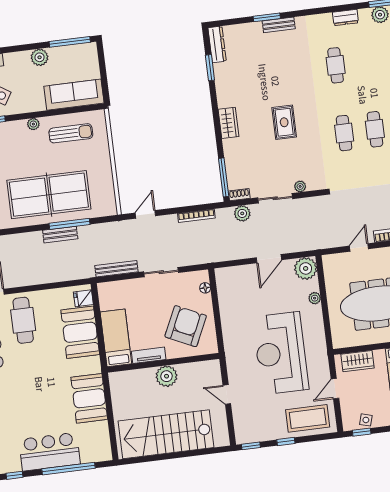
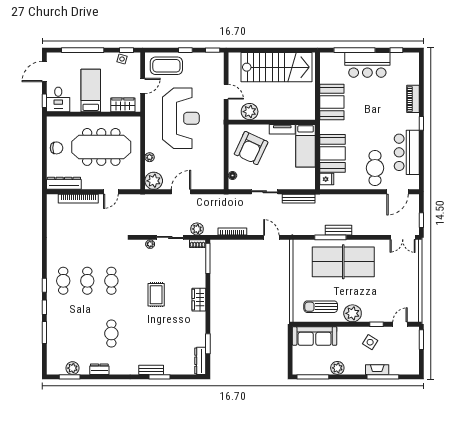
plant: (33, 124) -> (353, 313), width x1.88, depth x1.88
door: (145, 214) -> (271, 237), swing flipped
plant: (167, 376) -> (250, 112), moved

